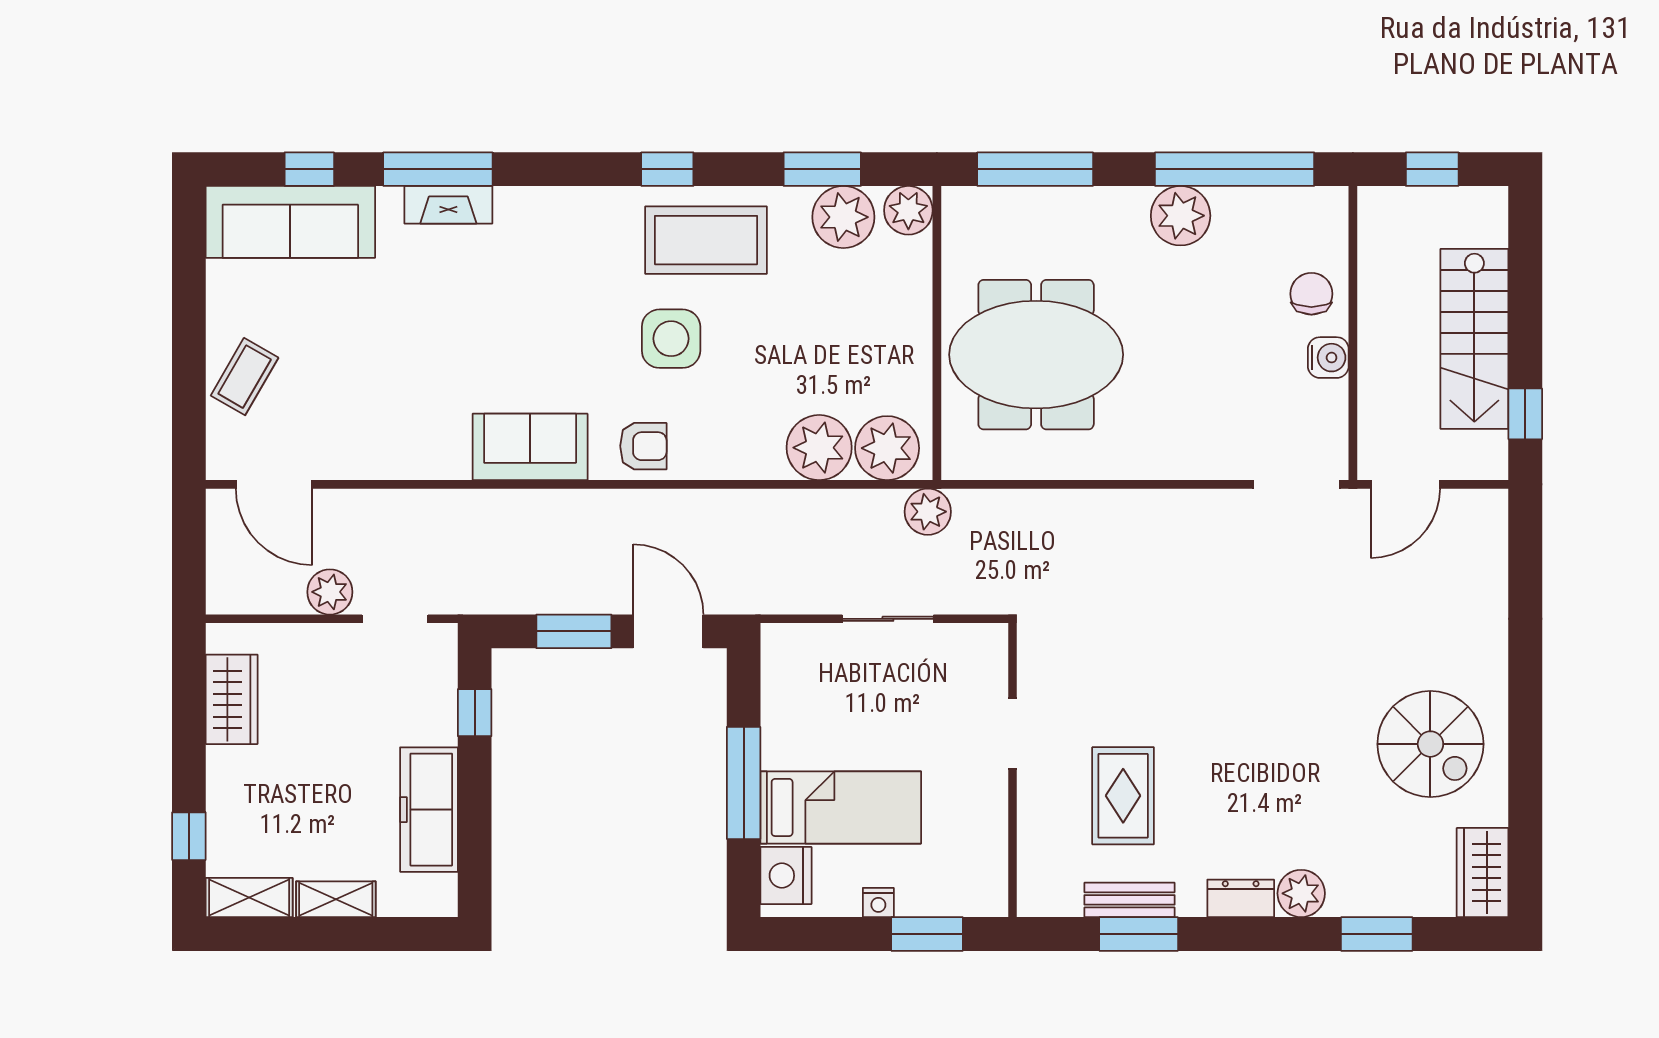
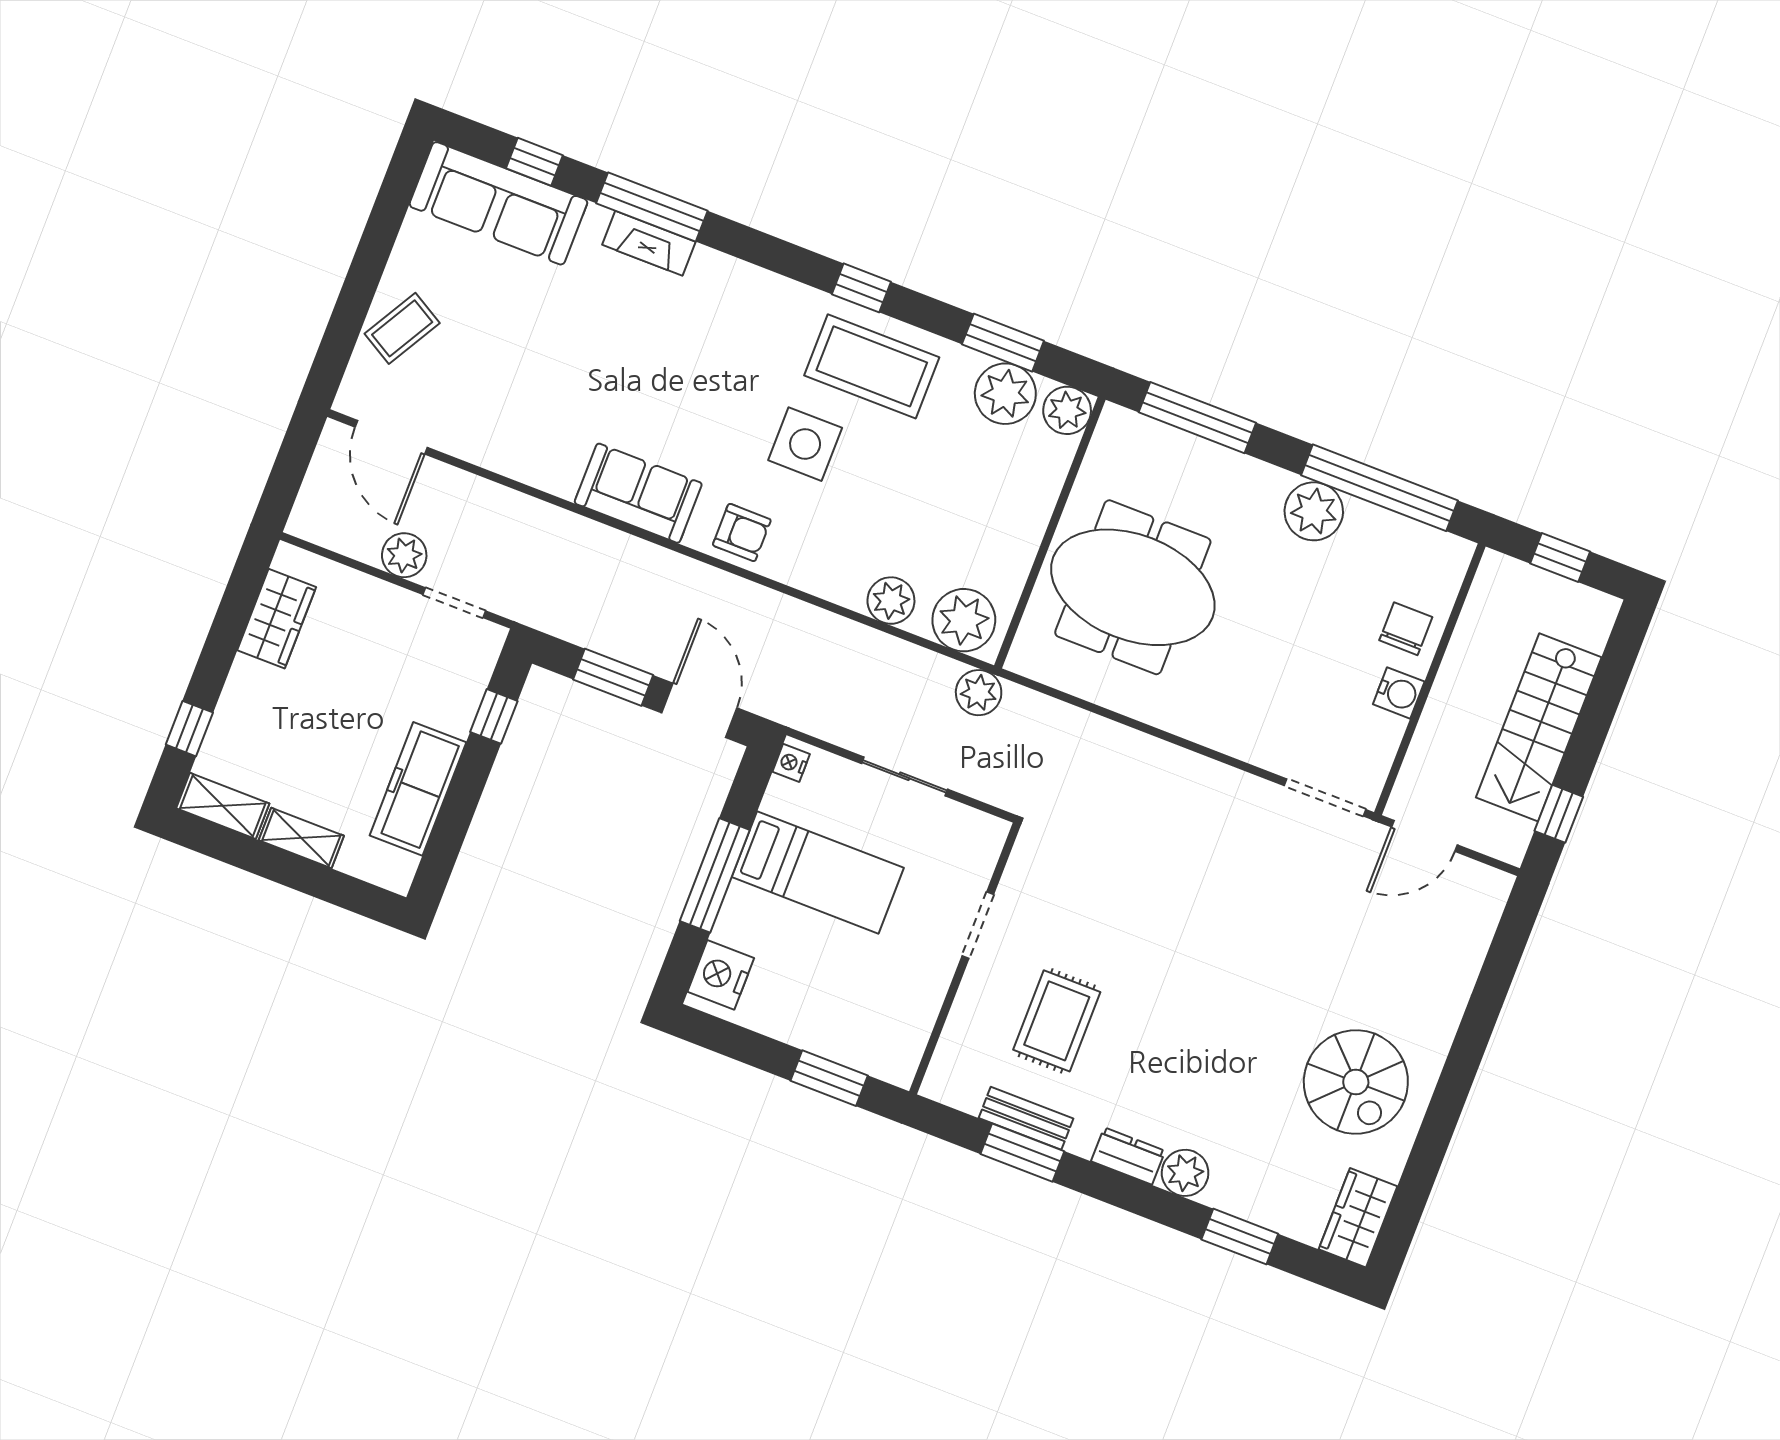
plant: (819, 448) -> (891, 601), width x0.73, depth x0.73
bed: (841, 807) -> (818, 872), moved
nightstand: (878, 903) -> (791, 763), moved, turned 90

